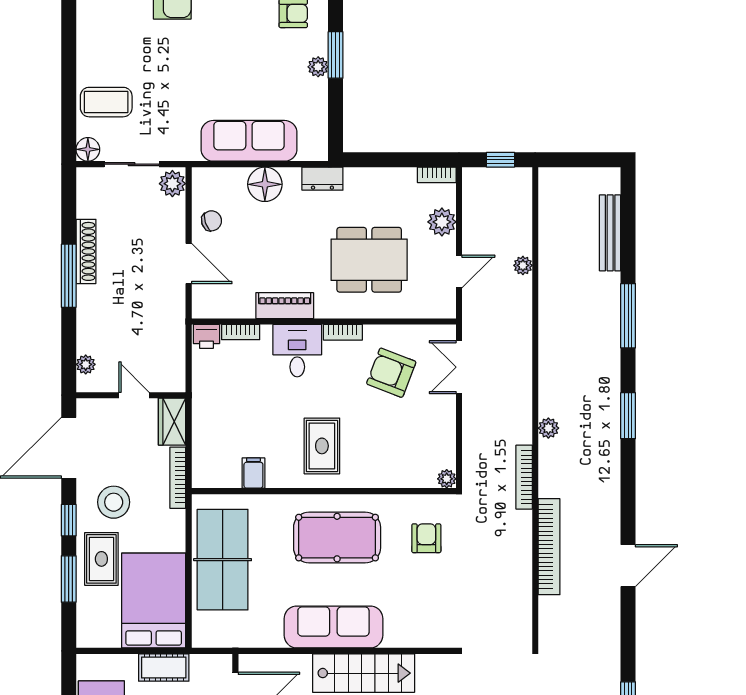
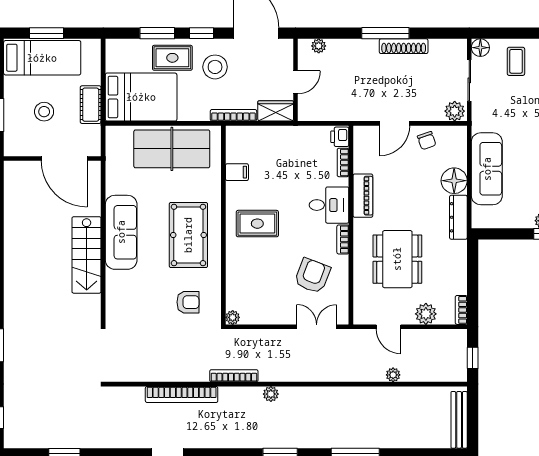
coffee table: (106, 102) -> (516, 61), width x0.73, depth x0.77
dresser: (322, 179) -> (458, 217), width x1.44
bench: (610, 233) -> (459, 420), moved, turned 90

